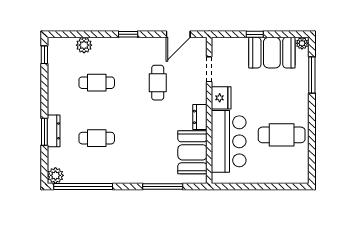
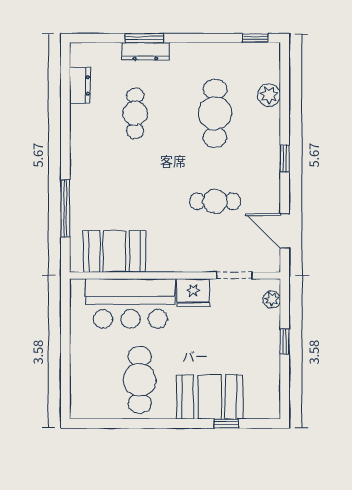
plant: (302, 43) -> (272, 299), moved
booth: (272, 53) -> (210, 397), moved, turned 90
window: (312, 75) -> (226, 423), width x0.46
cafe table: (97, 83) -> (215, 113), width x1.37, depth x1.35
dresser: (200, 117) -> (80, 85), moved, turned 90
plant: (55, 175) -> (81, 54), removed
window: (83, 186) -> (65, 94), removed

